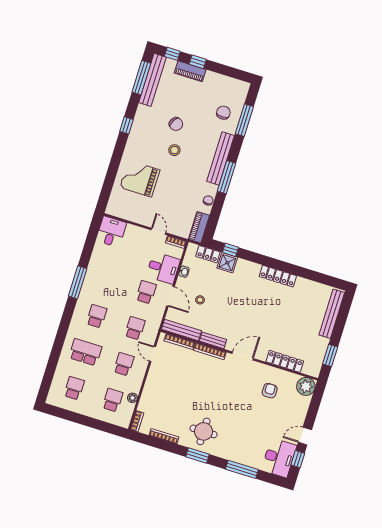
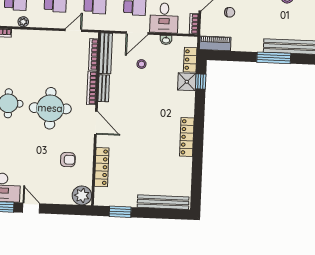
chair: (208, 200) -> (230, 12), moved
round table: (218, 394) -> (50, 108), added

